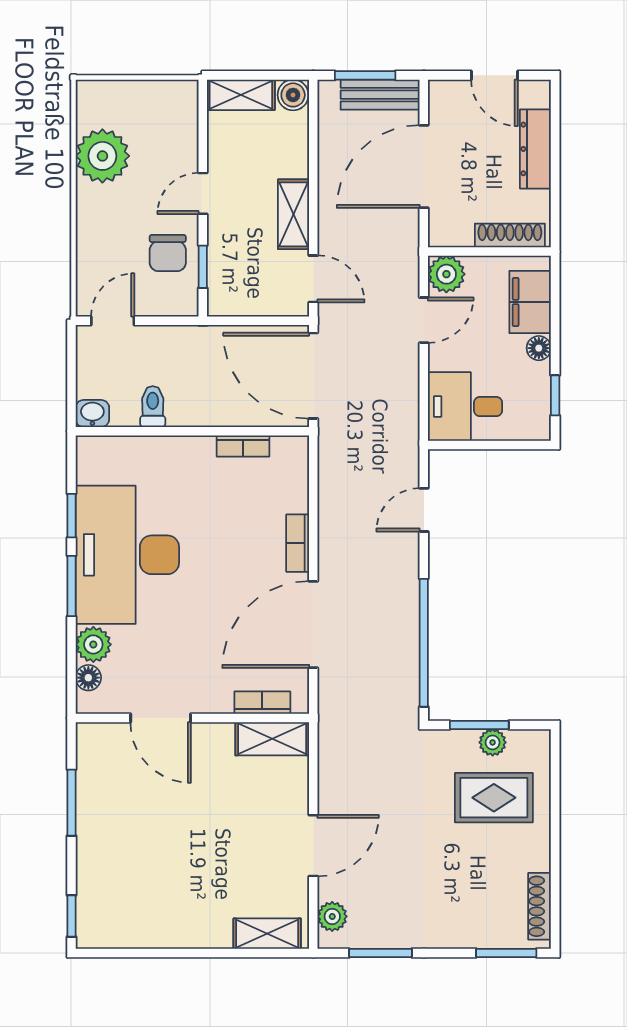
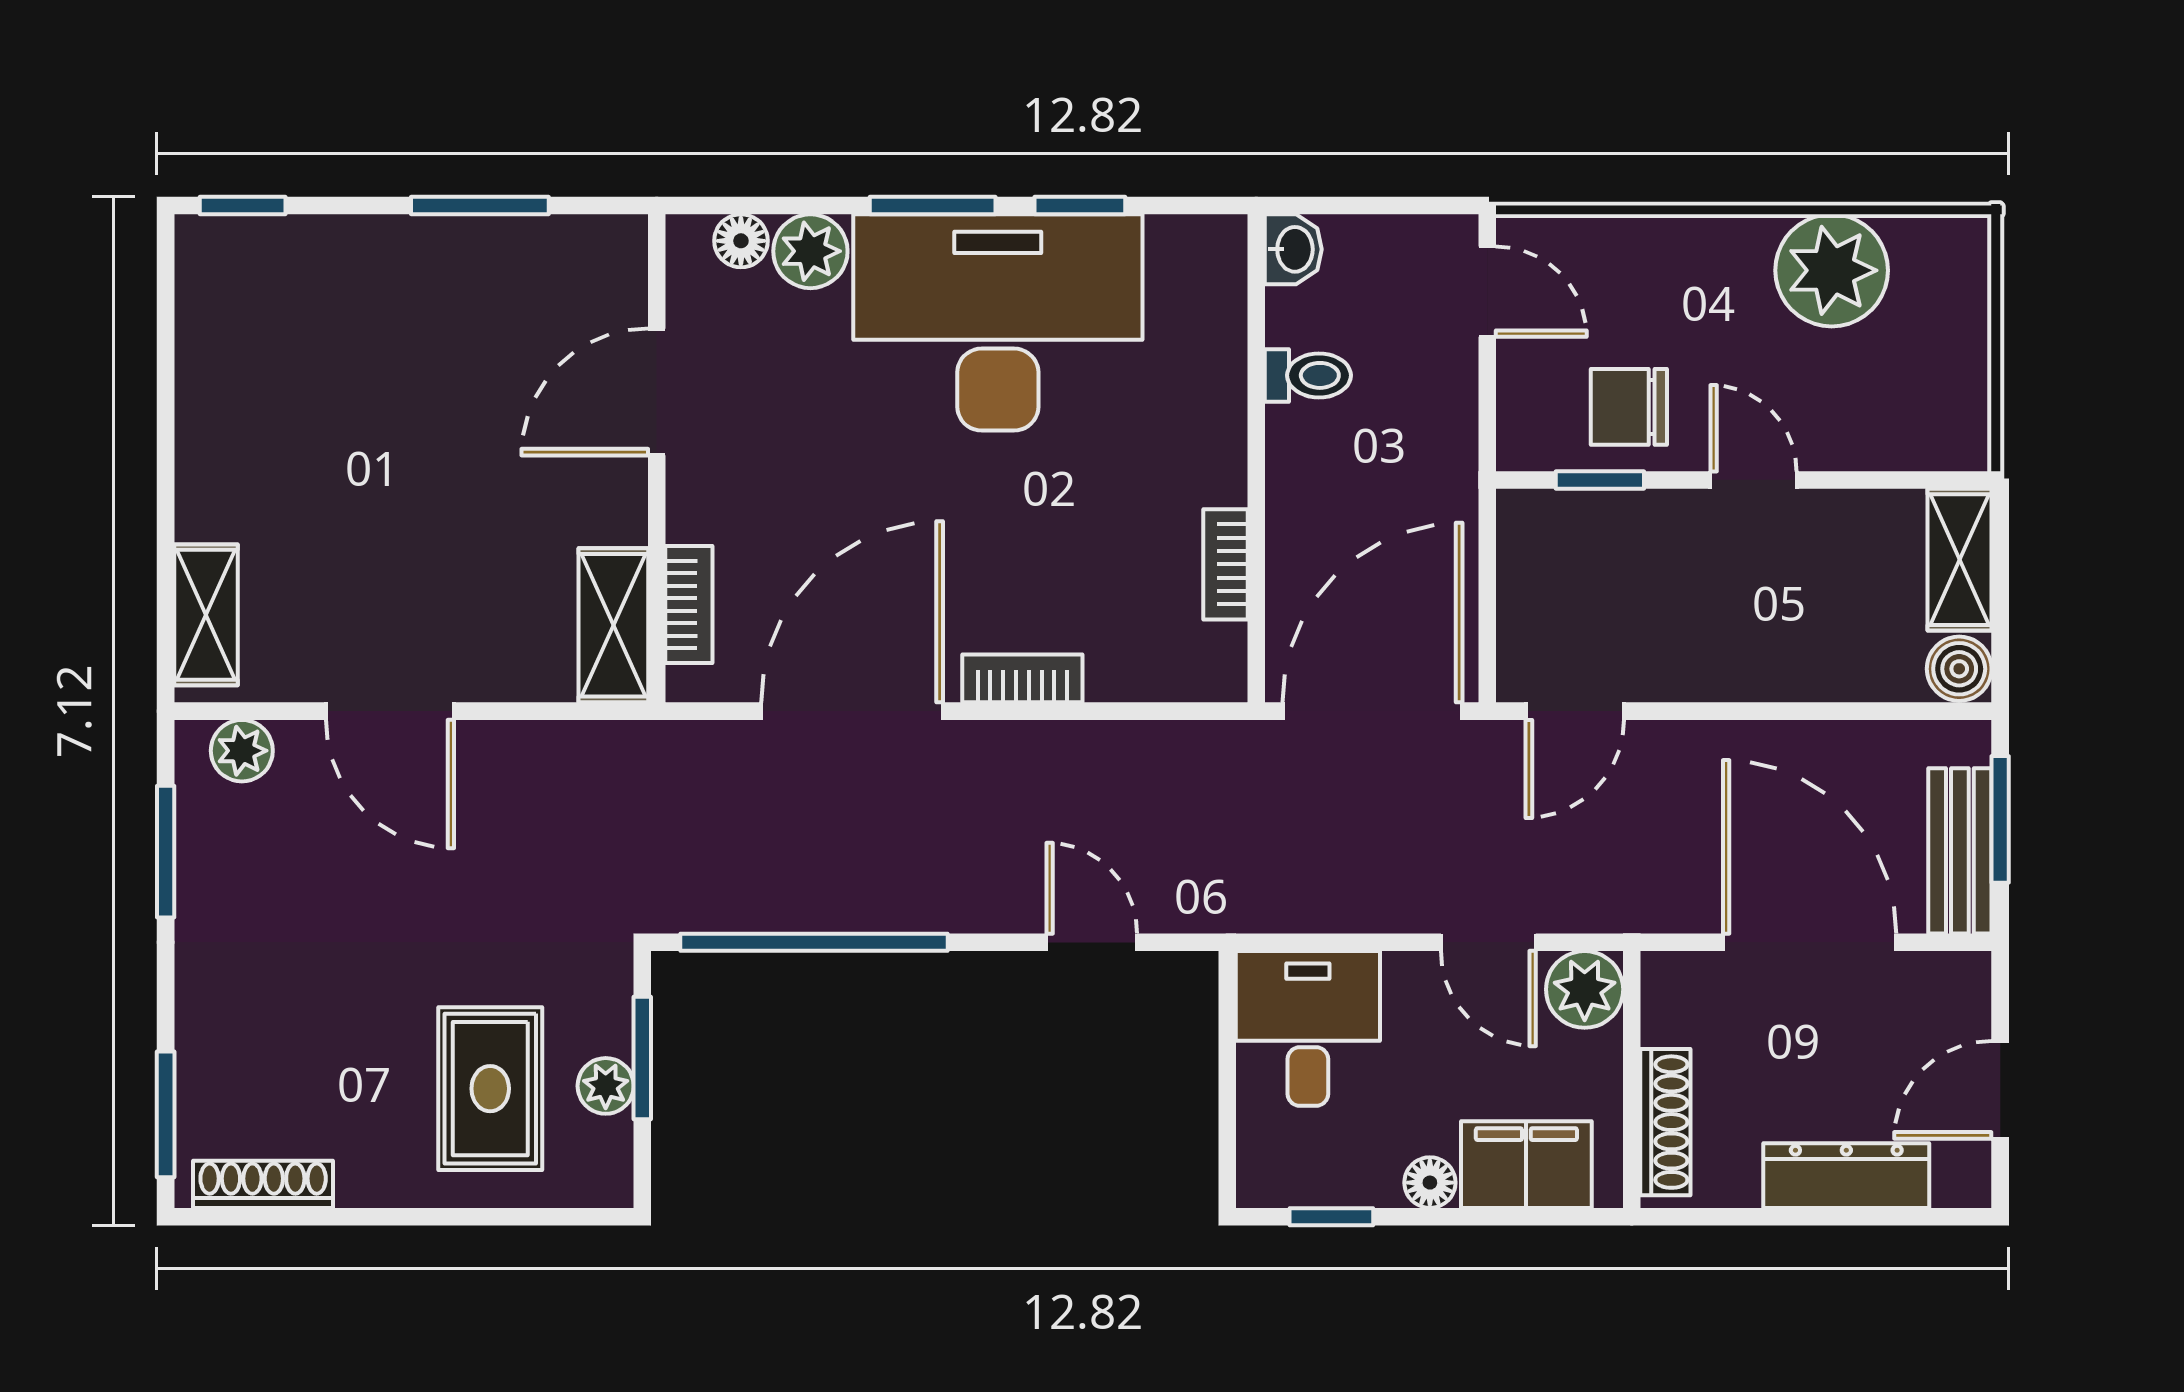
shelving: (293, 214) -> (1710, 670), removed
door: (313, 625) -> (852, 711), hinge flipped

